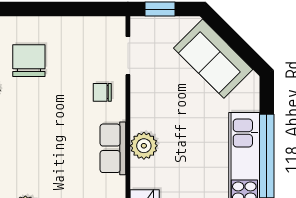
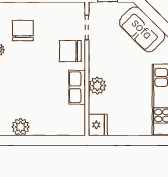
chair: (102, 92) -> (70, 51), width x1.87, depth x1.87

